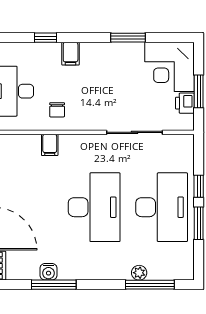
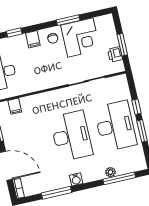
corner desk: (170, 67) -> (80, 37), moved, turned -90
chair: (57, 110) -> (53, 38), moved
filing cabinet: (50, 145) -> (15, 106), moved
water cooler: (49, 272) -> (76, 179), moved

